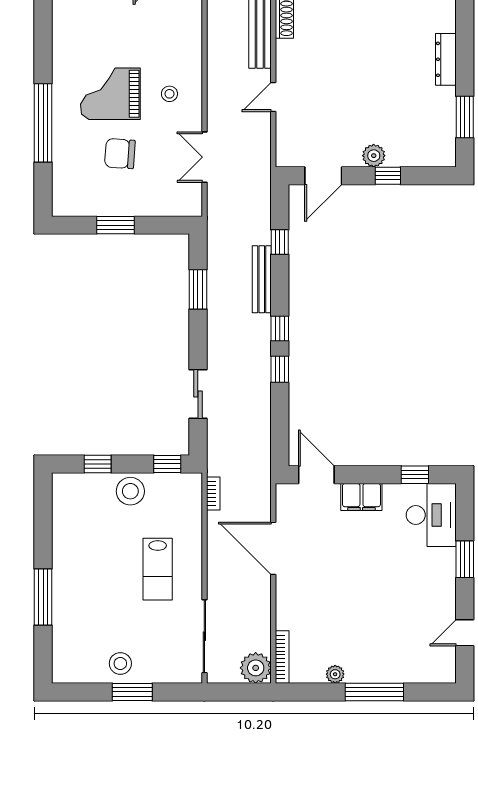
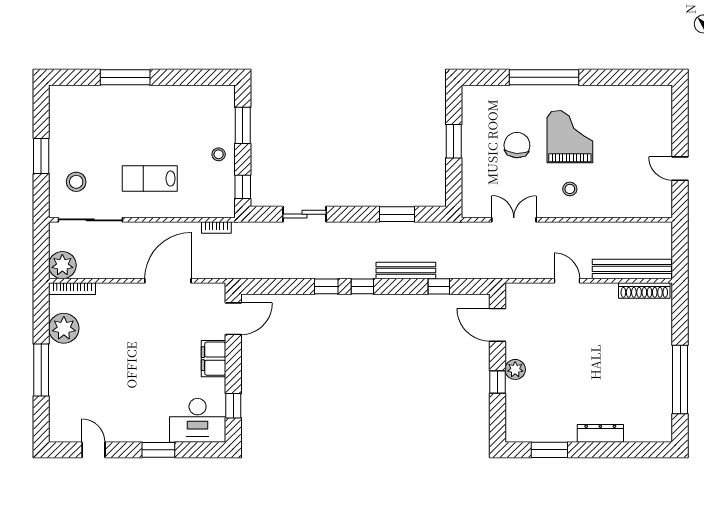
window: (98, 464) -> (243, 125), width x1.50
stool: (130, 491) -> (219, 154), width x0.53, depth x0.53
stool: (120, 663) -> (76, 182), moved
plant: (335, 674) -> (64, 328), width x1.88, depth x1.88

